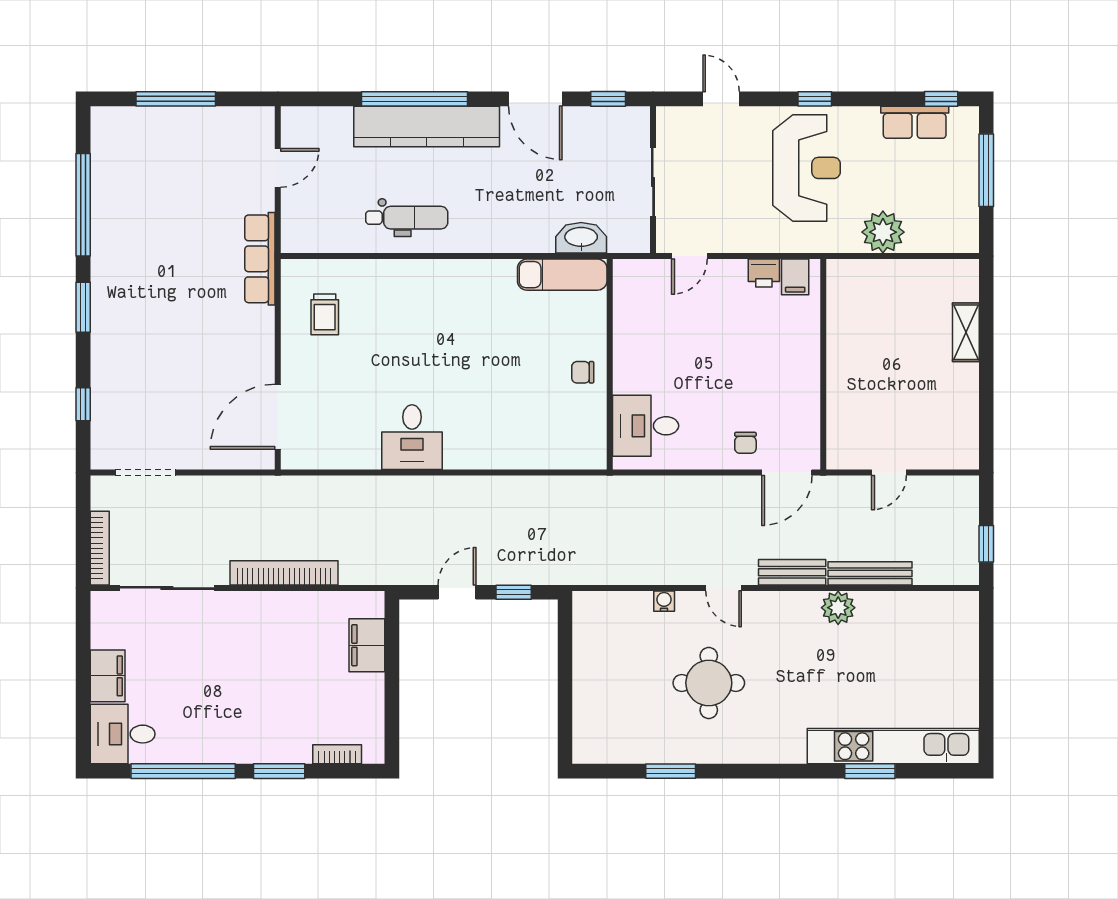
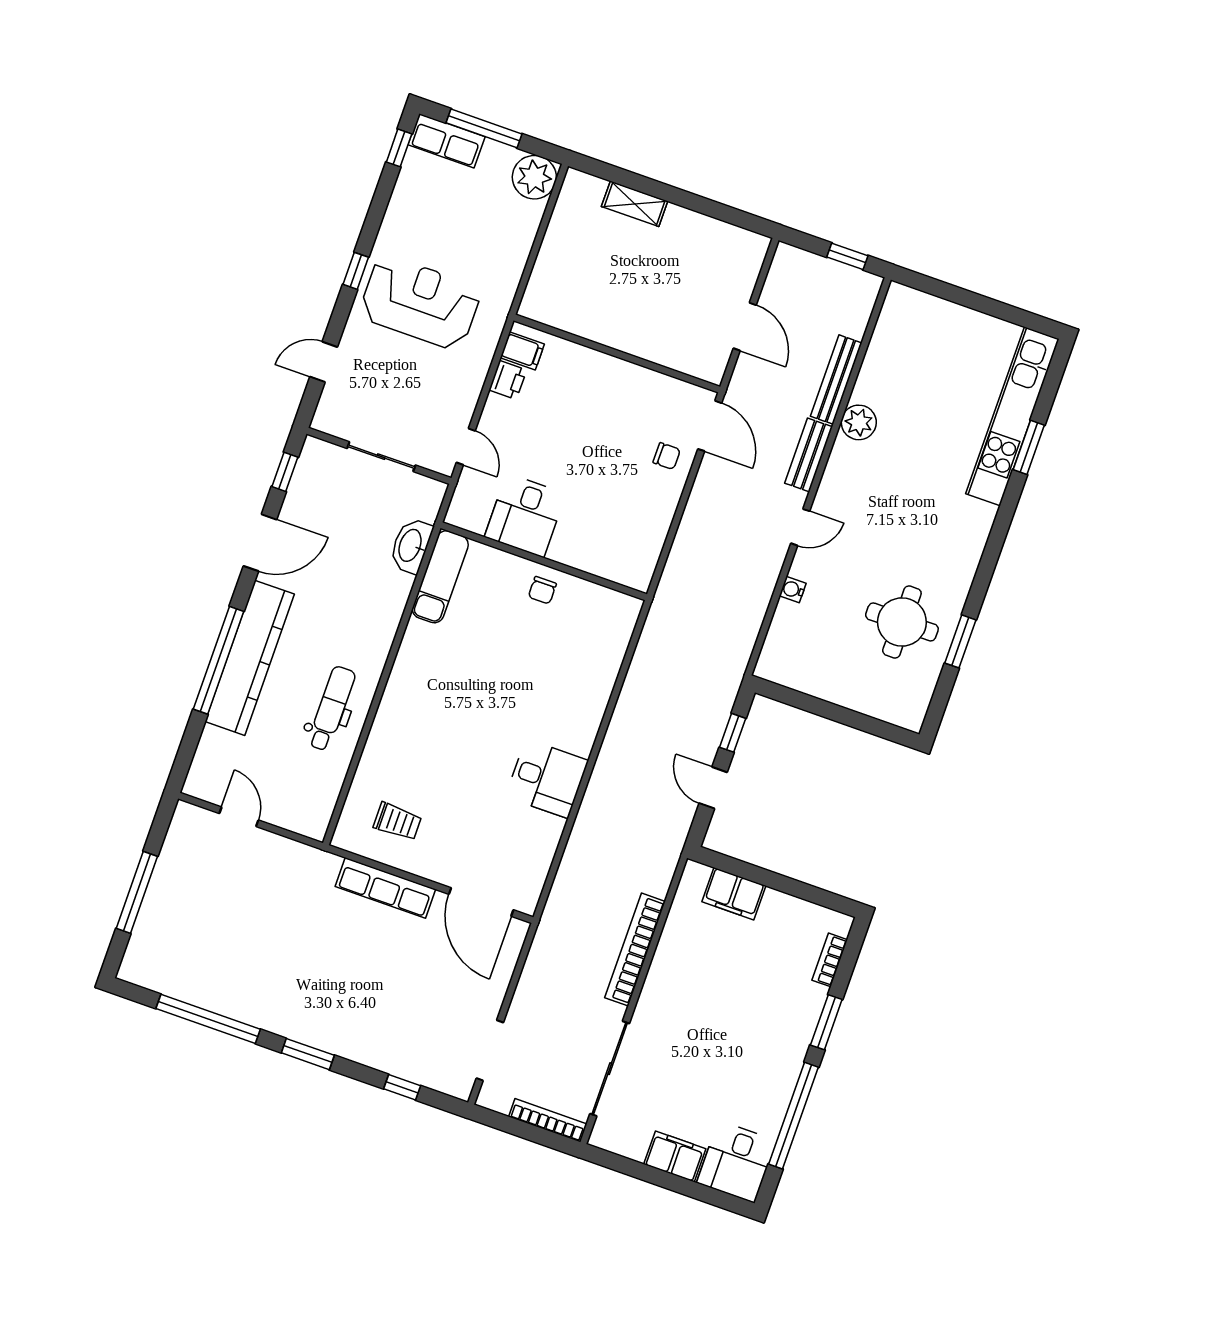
row of seats: (915, 122) -> (446, 141), moved, turned 90
plant: (883, 232) -> (534, 177), moved
row of seats: (260, 259) -> (385, 888), moved
desk: (646, 426) -> (525, 515), moved
door: (889, 473) -> (745, 327), width x1.38
round table: (709, 683) -> (902, 622), moved

